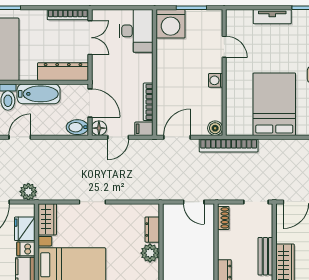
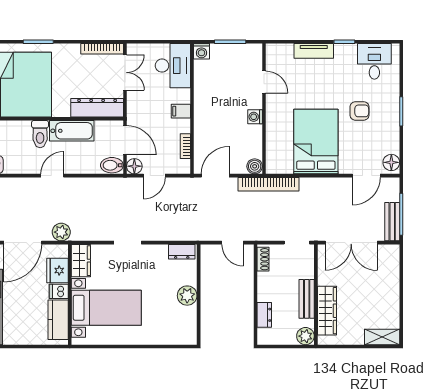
washing machine: (171, 24) -> (201, 51), width x0.53, depth x0.53
bookcase: (148, 102) -> (185, 146), width x0.64
filing cabinet: (144, 129) -> (181, 111), moved
dresser: (152, 230) -> (182, 252), moved, turned -90

